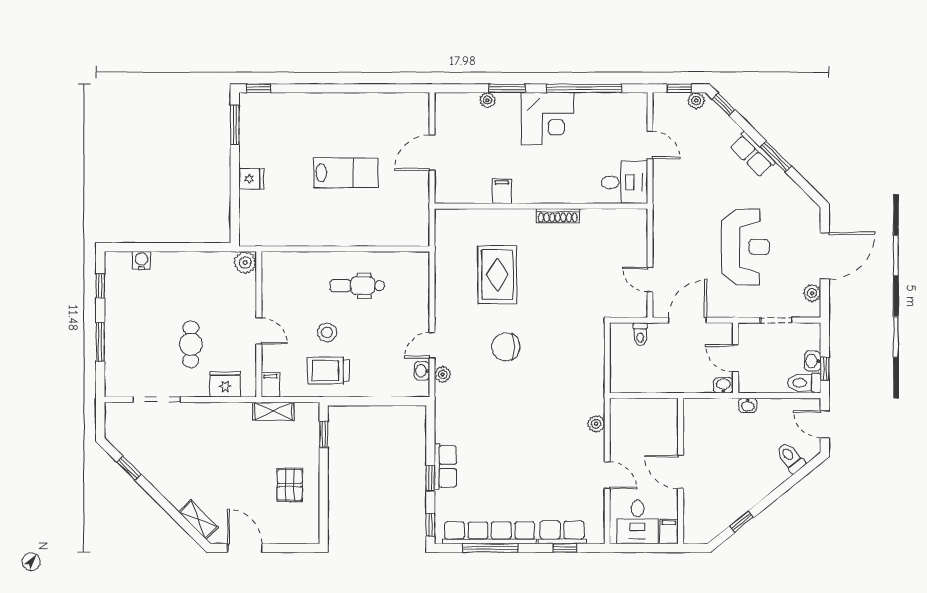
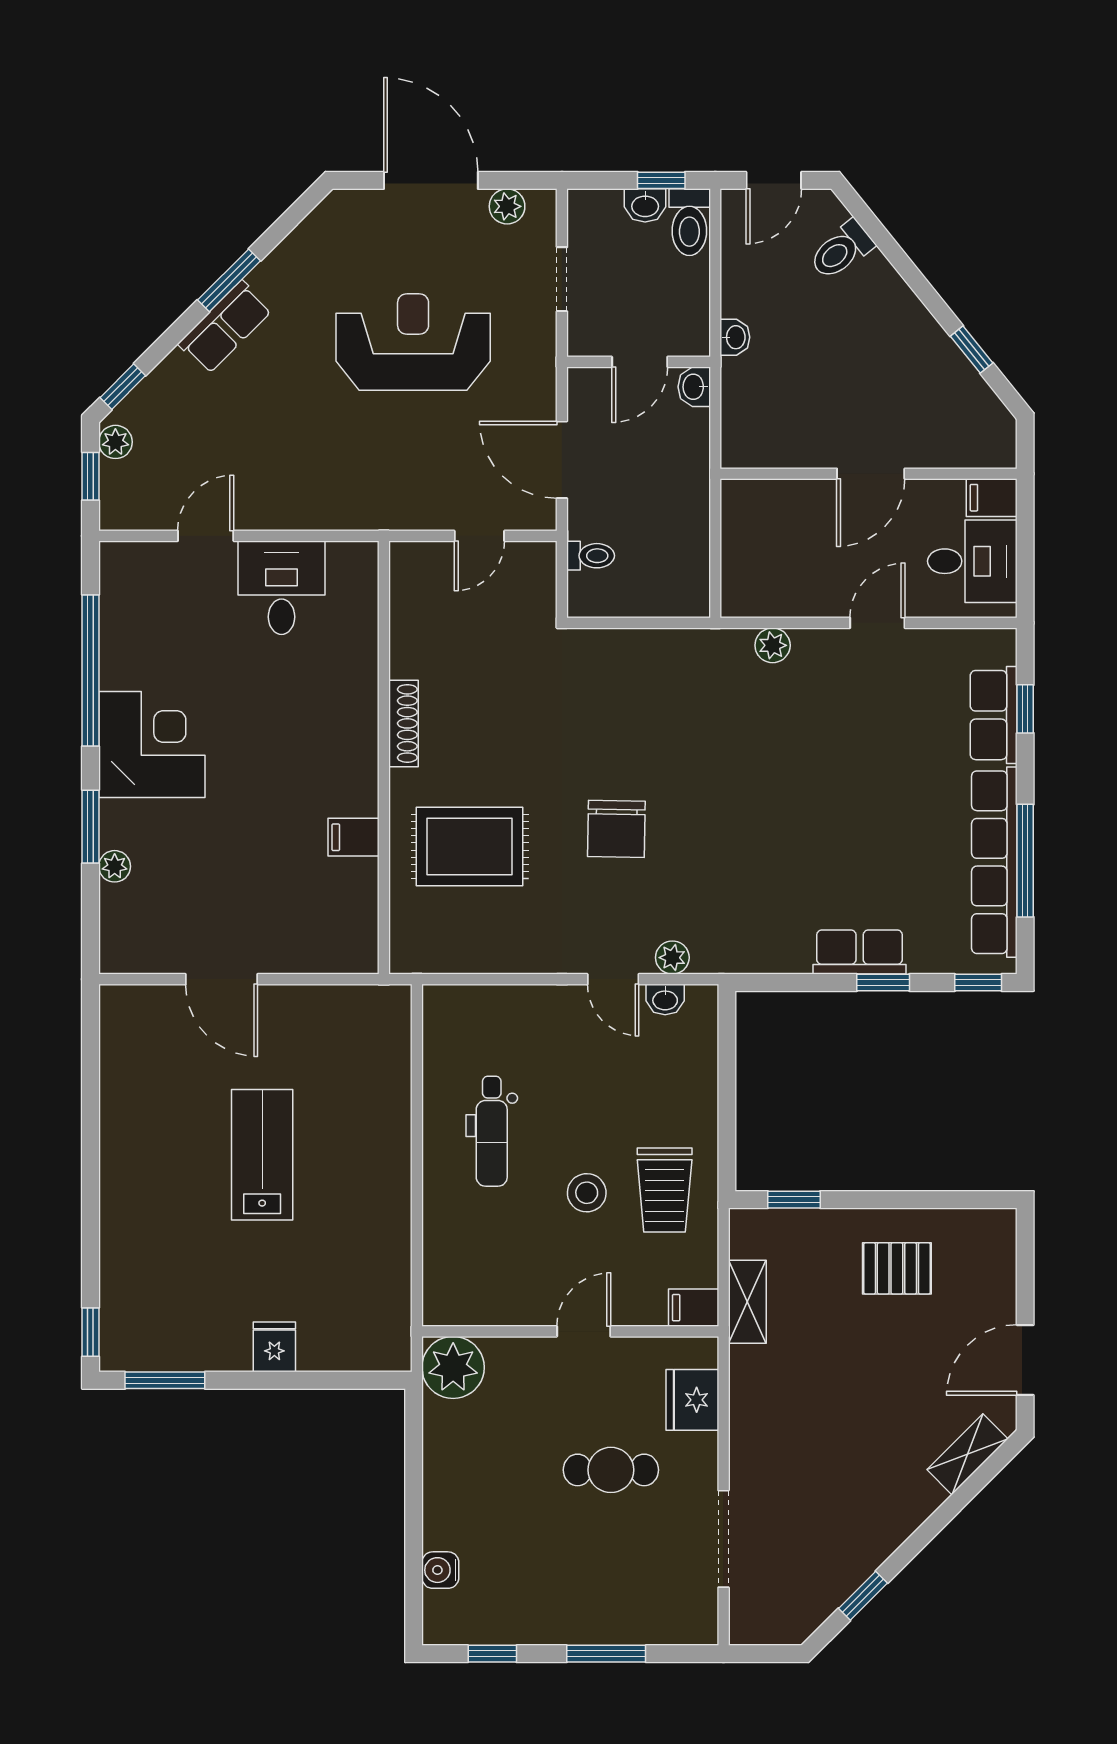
filing cabinet: (502, 191) -> (353, 837), moved
wall: (541, 206) -> (384, 758), moved
shoe rack: (558, 216) -> (404, 723), moved
plant: (245, 263) -> (453, 1367), width x1.36, depth x1.36

